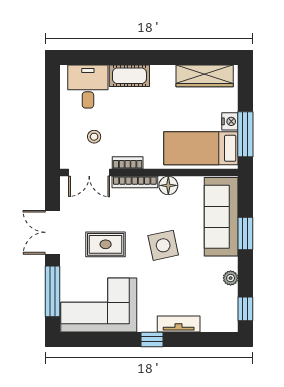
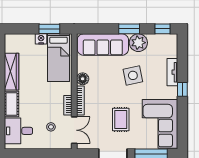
wardrobe: (205, 76) -> (12, 72), moved
window: (245, 134) -> (49, 29), width x0.69
window: (245, 233) -> (129, 29), moved
side table: (163, 245) -> (133, 75), moved
plant: (231, 278) -> (138, 43), width x1.87, depth x1.87

